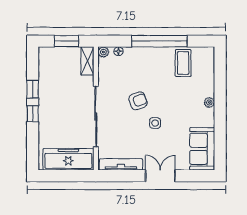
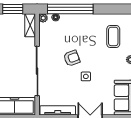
window: (159, 41) -> (70, 9), moved
coffee table: (183, 63) -> (113, 36), moved

